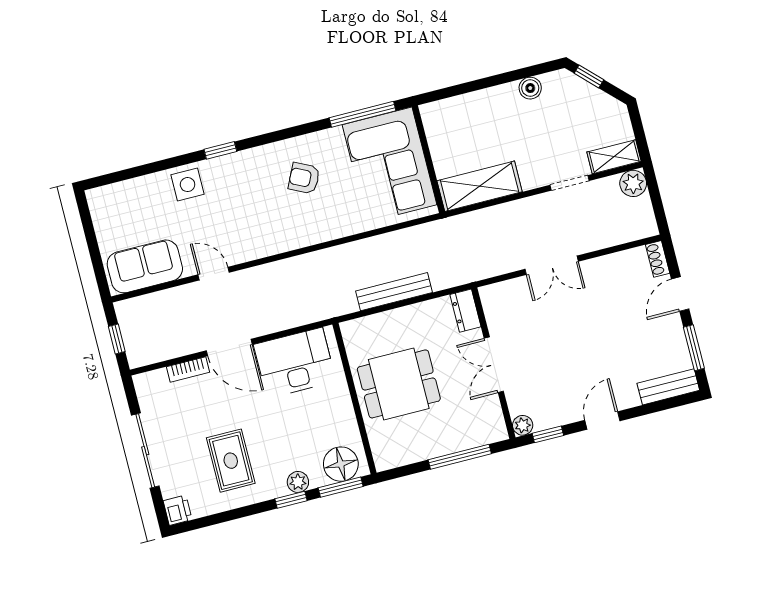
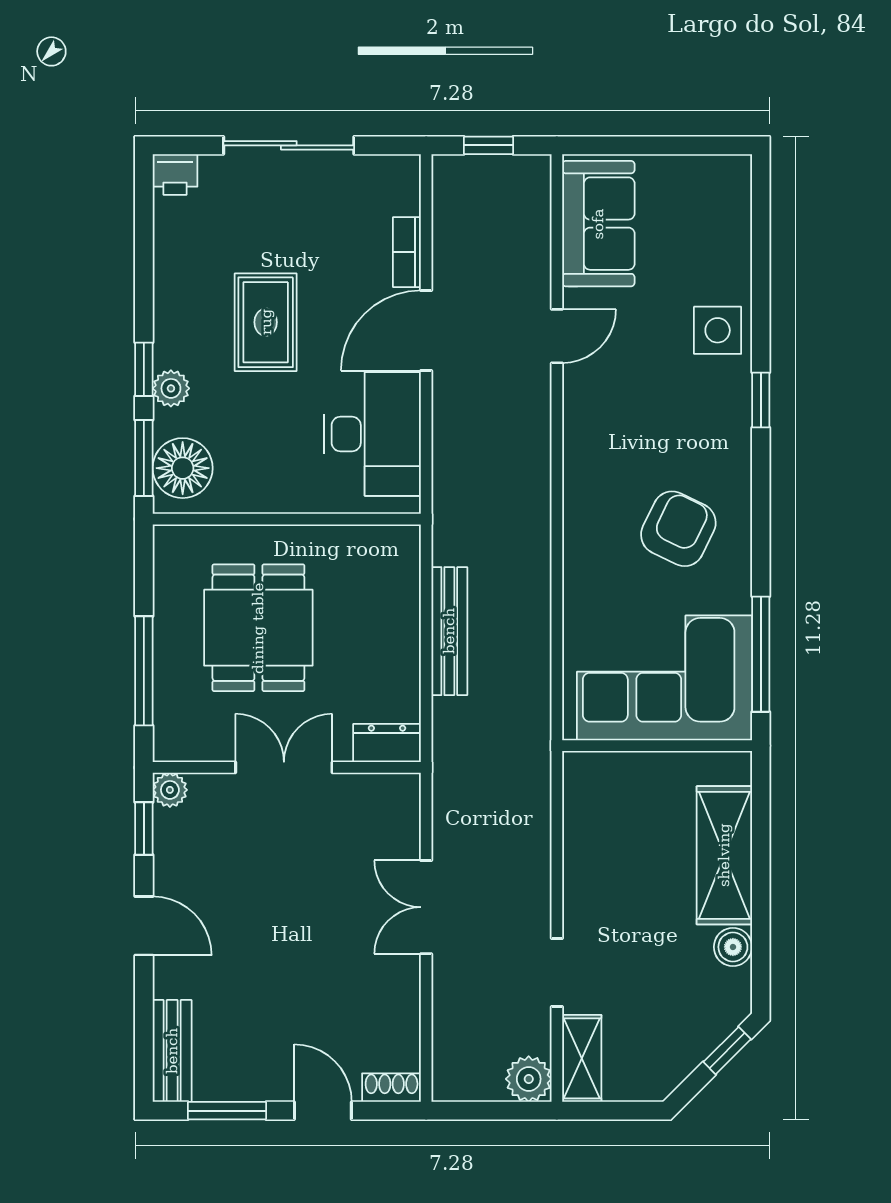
armchair: (304, 178) -> (678, 529), width x1.38, depth x1.38
shelving: (480, 186) -> (724, 855), moved
dining table: (399, 384) -> (258, 628), moved
rug: (231, 461) -> (266, 322), moved, turned 90

